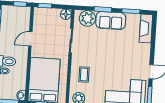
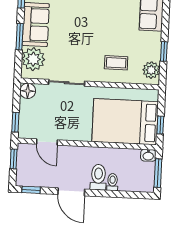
door: (30, 39) -> (47, 142), moved

